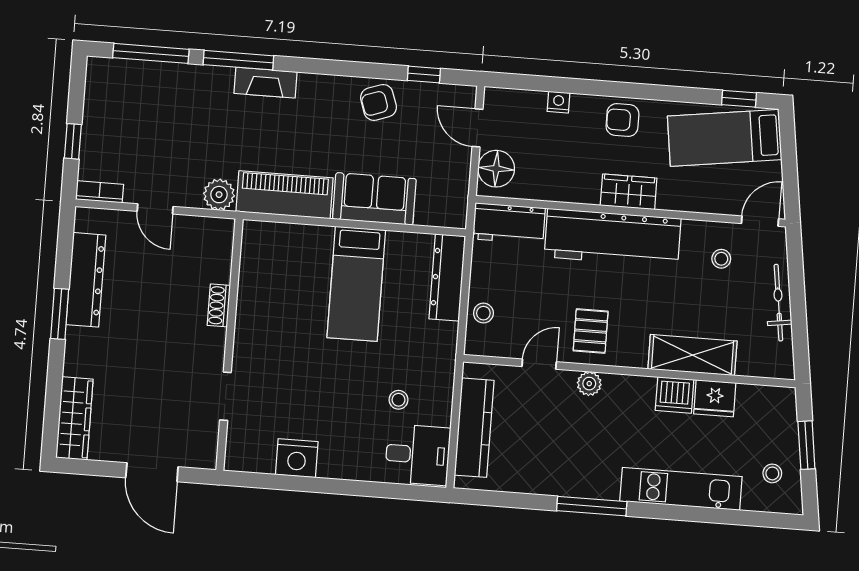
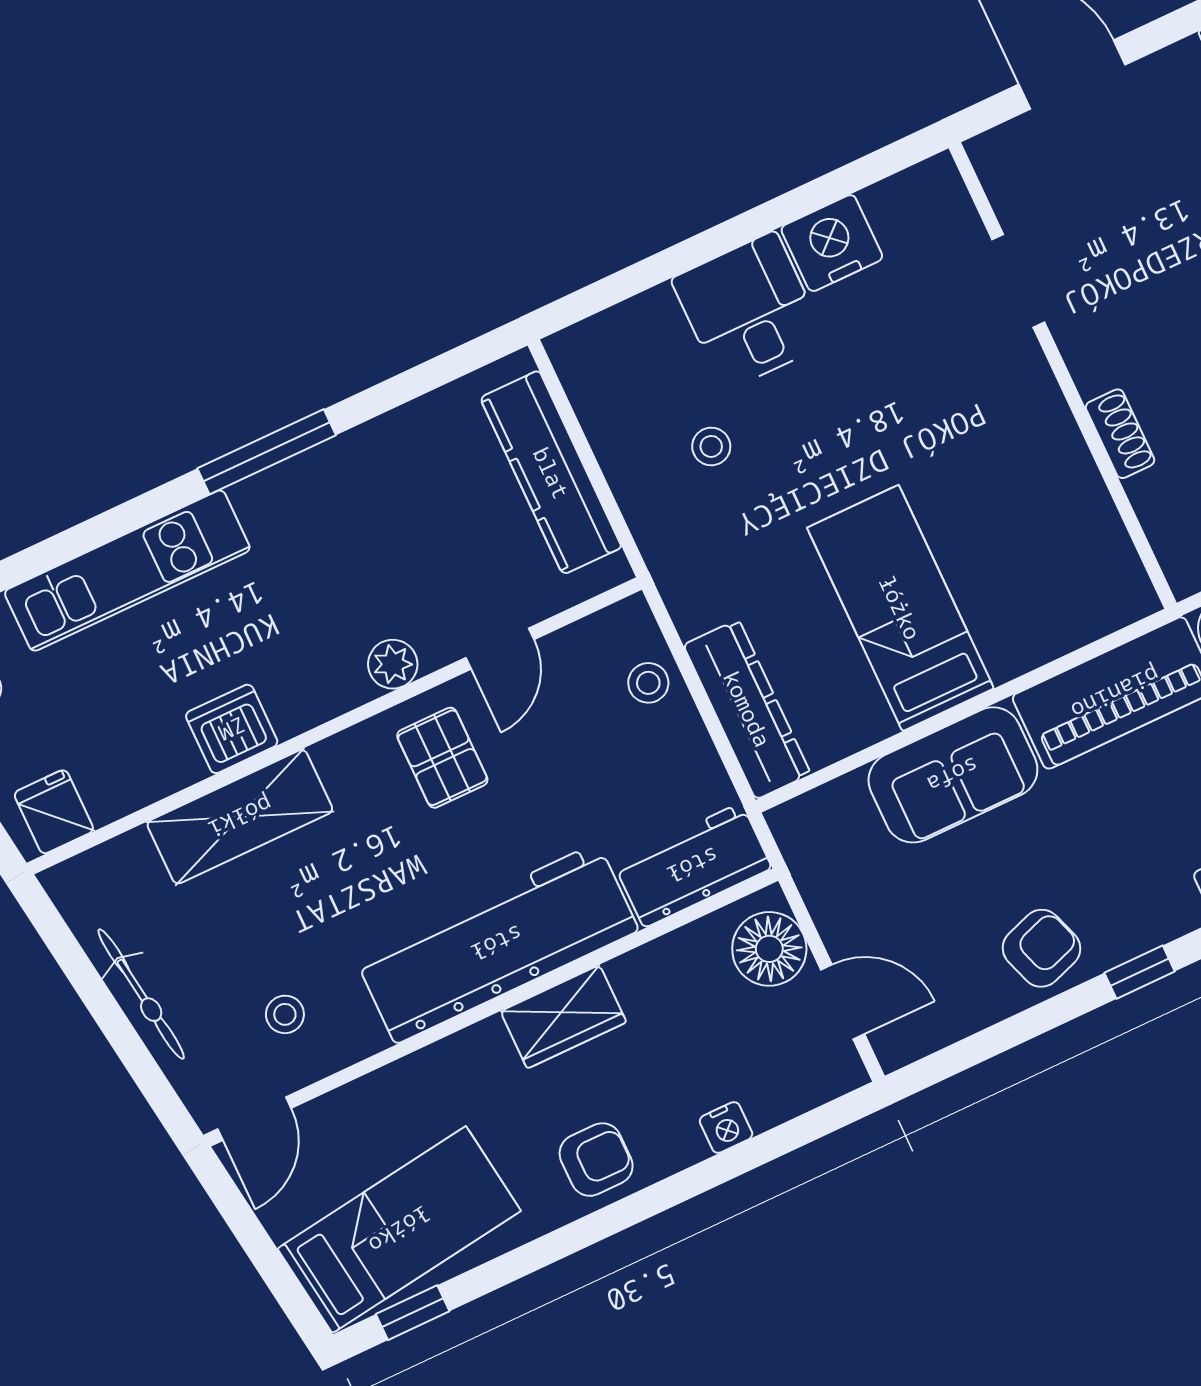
window: (424, 74) -> (1140, 972), moved
wardrobe: (629, 192) -> (563, 1017), moved
fridge: (715, 398) -> (54, 812), moved, width x0.72
desk: (418, 455) -> (749, 311), moved, turned 90

